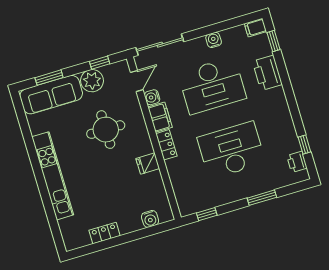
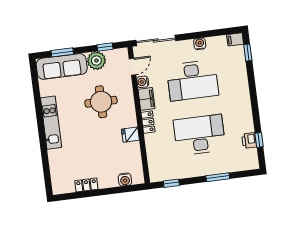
printer: (267, 73) -> (239, 77), removed
printer: (297, 162) -> (249, 141), moved
kitchen unit: (53, 176) -> (51, 123), width x0.73

